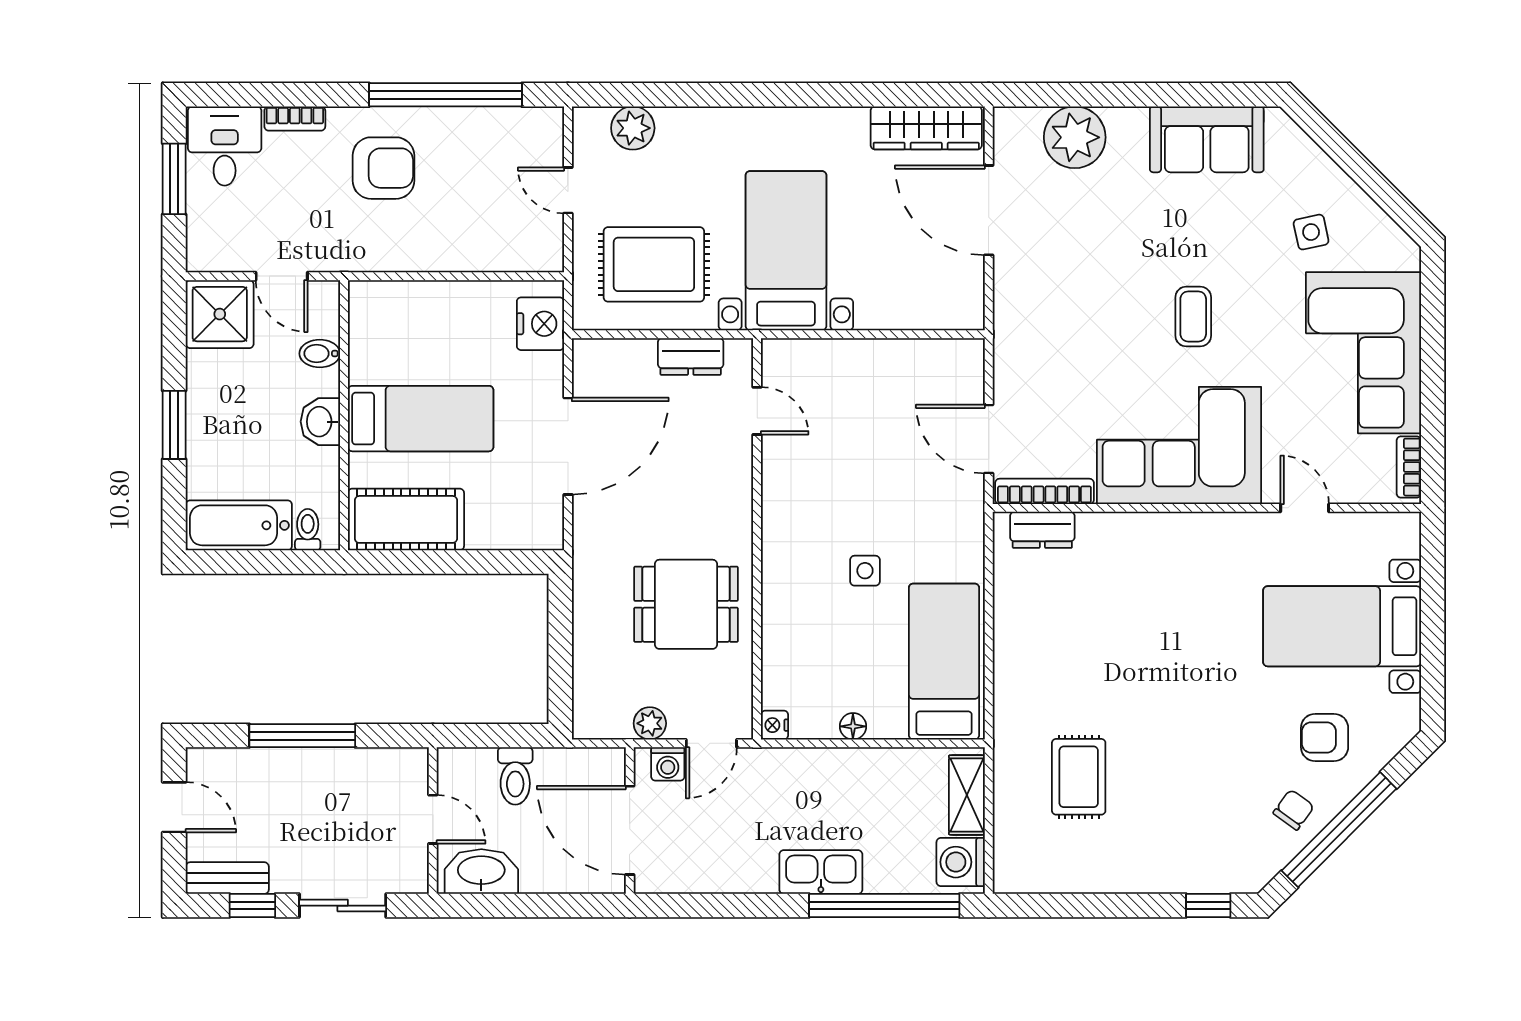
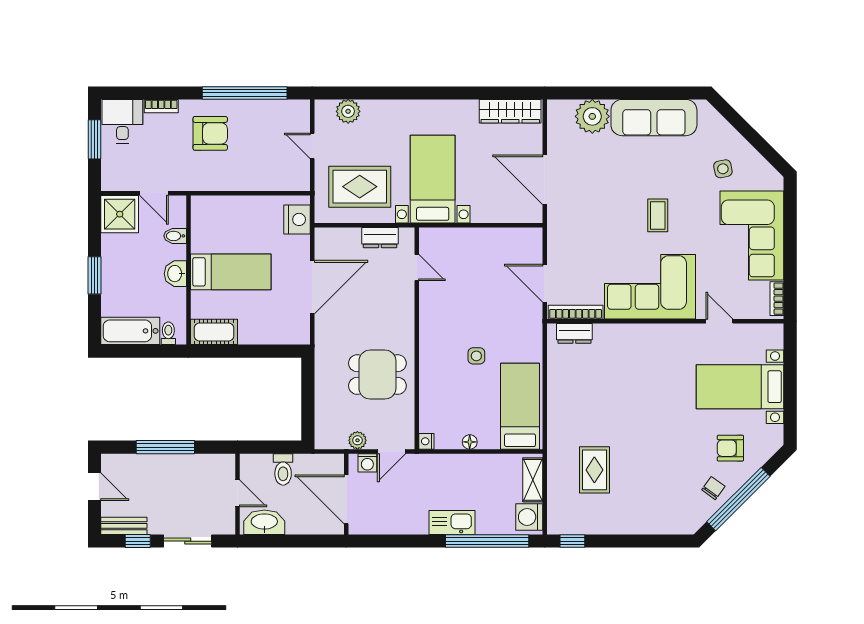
sofa: (1207, 139) -> (654, 118), width x1.36
door: (989, 210) -> (545, 180), moved
cot: (406, 519) -> (214, 332), width x0.73, depth x0.75
window: (1208, 906) -> (572, 541), moved

